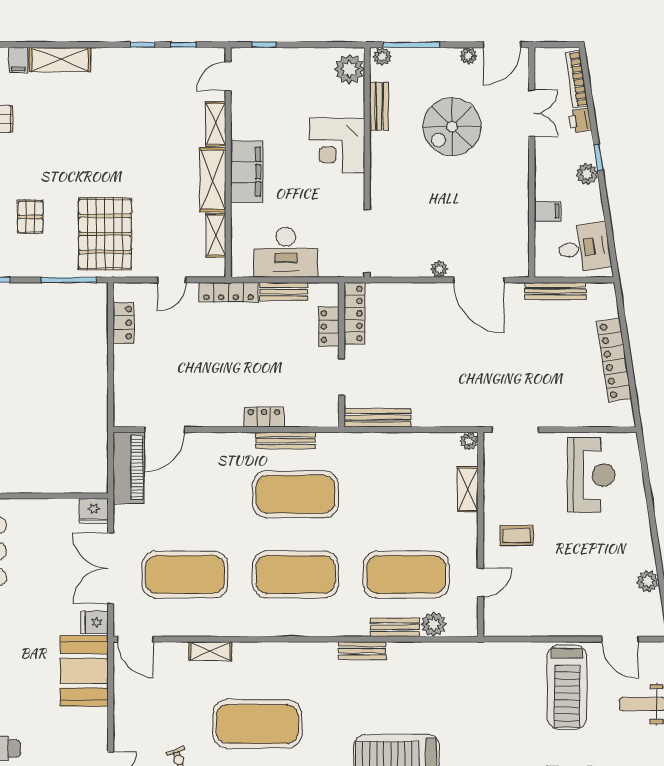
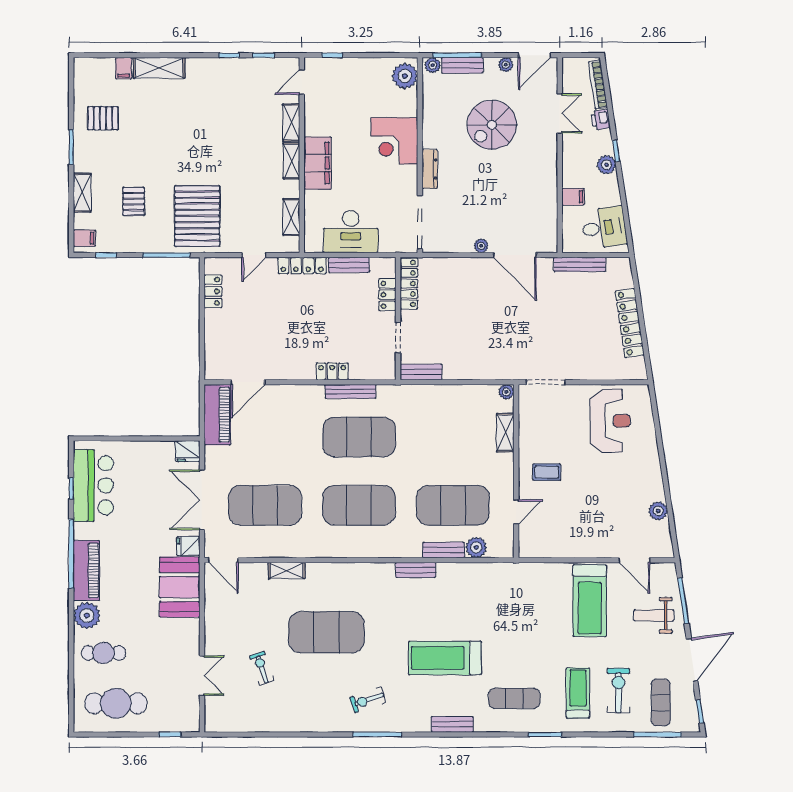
bench: (379, 106) -> (462, 65), moved, turned 90
dresser: (379, 179) -> (430, 169), added
shelving: (213, 180) -> (291, 161), width x0.67, depth x0.75
bench: (377, 418) -> (421, 372), width x0.73

